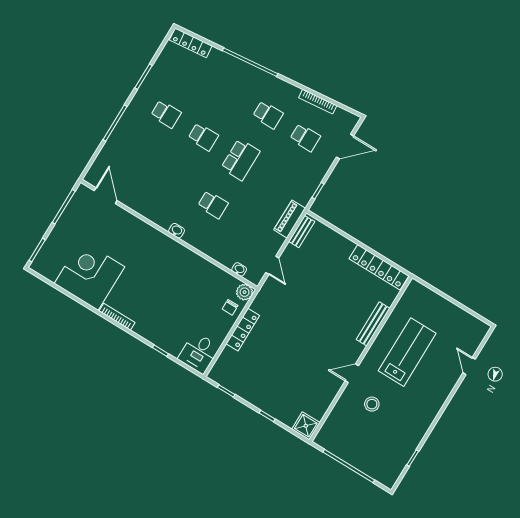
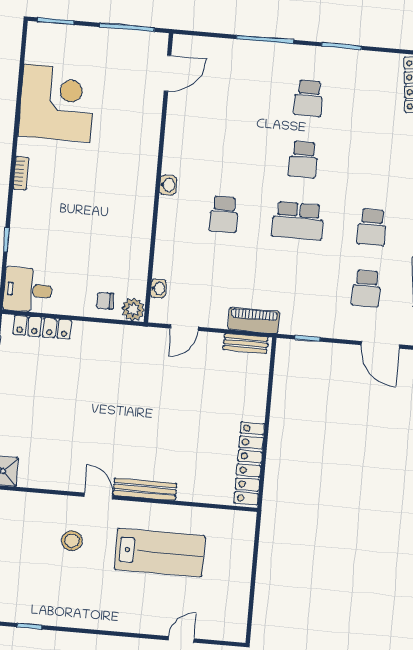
bookcase: (117, 317) -> (21, 173), width x0.64
bench: (373, 324) -> (145, 489), moved
locker: (243, 330) -> (42, 327), moved

